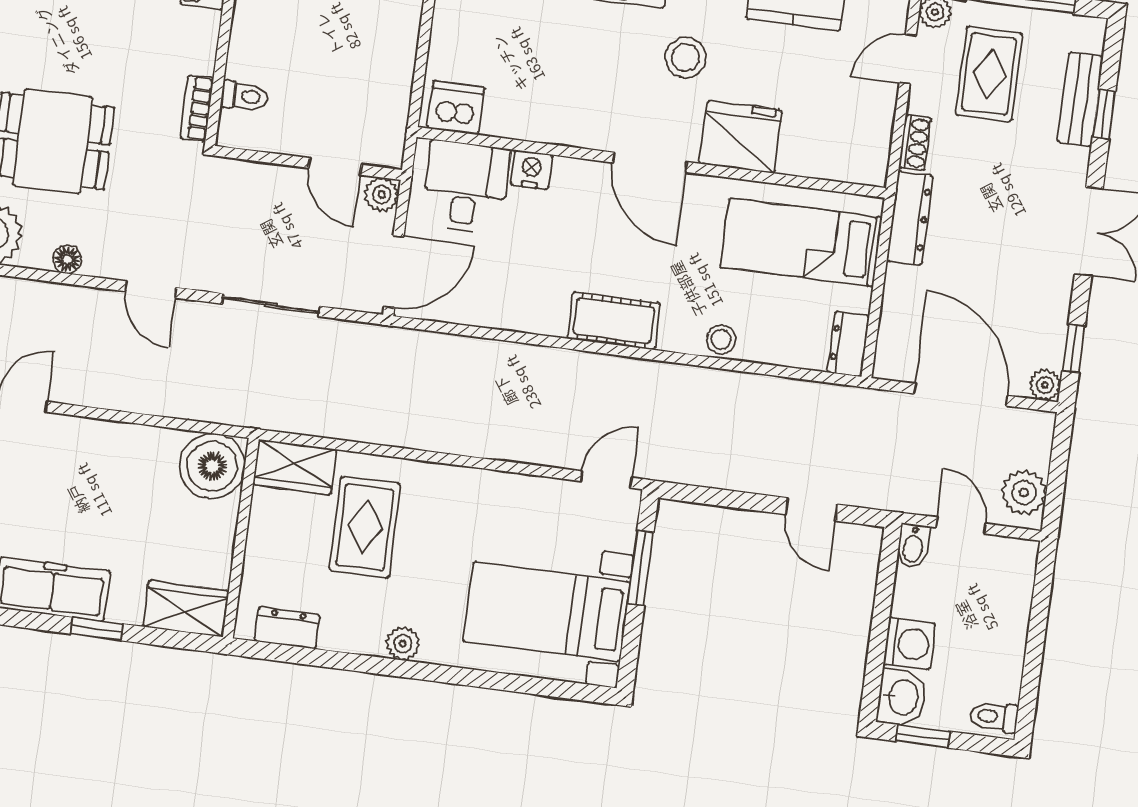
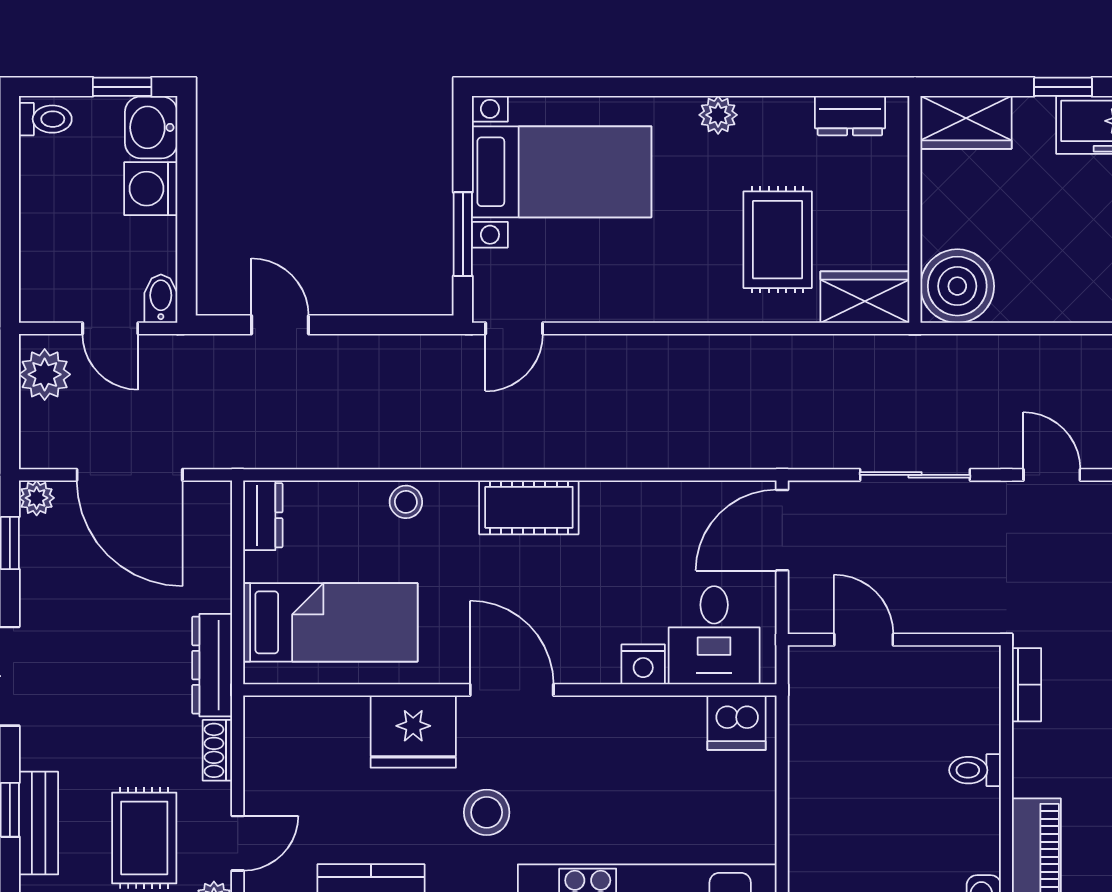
toilet: (244, 96) -> (975, 770), moved
plant: (382, 195) -> (807, 615), removed

